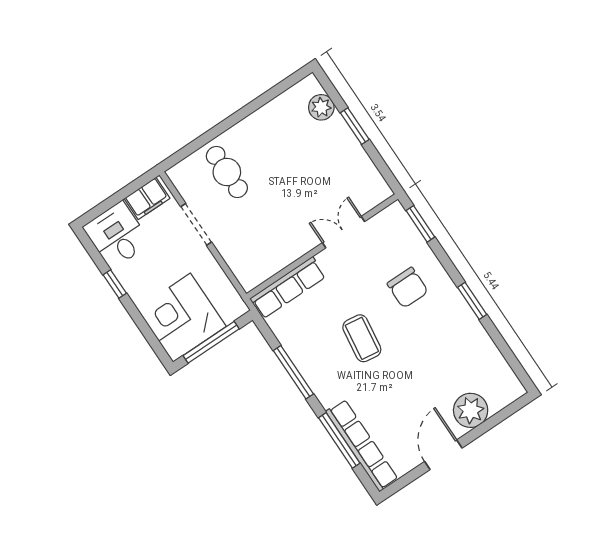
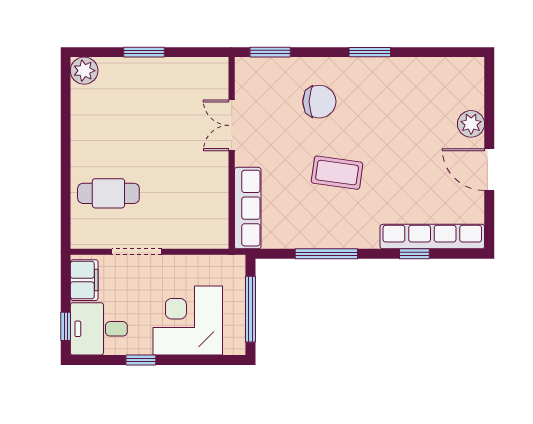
plant: (321, 107) -> (84, 71), moved
window: (101, 208) -> (66, 326), added
corner desk: (182, 318) -> (188, 321), moved, turned 90
plant: (471, 410) -> (471, 124), width x0.73, depth x0.73
window: (339, 440) -> (414, 254), width x0.46

